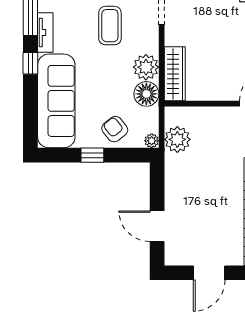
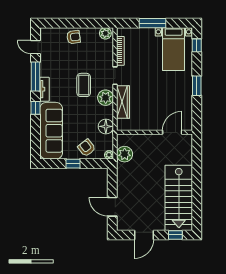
plant: (146, 67) -> (106, 98), moved
wardrobe: (175, 74) -> (123, 102), moved

